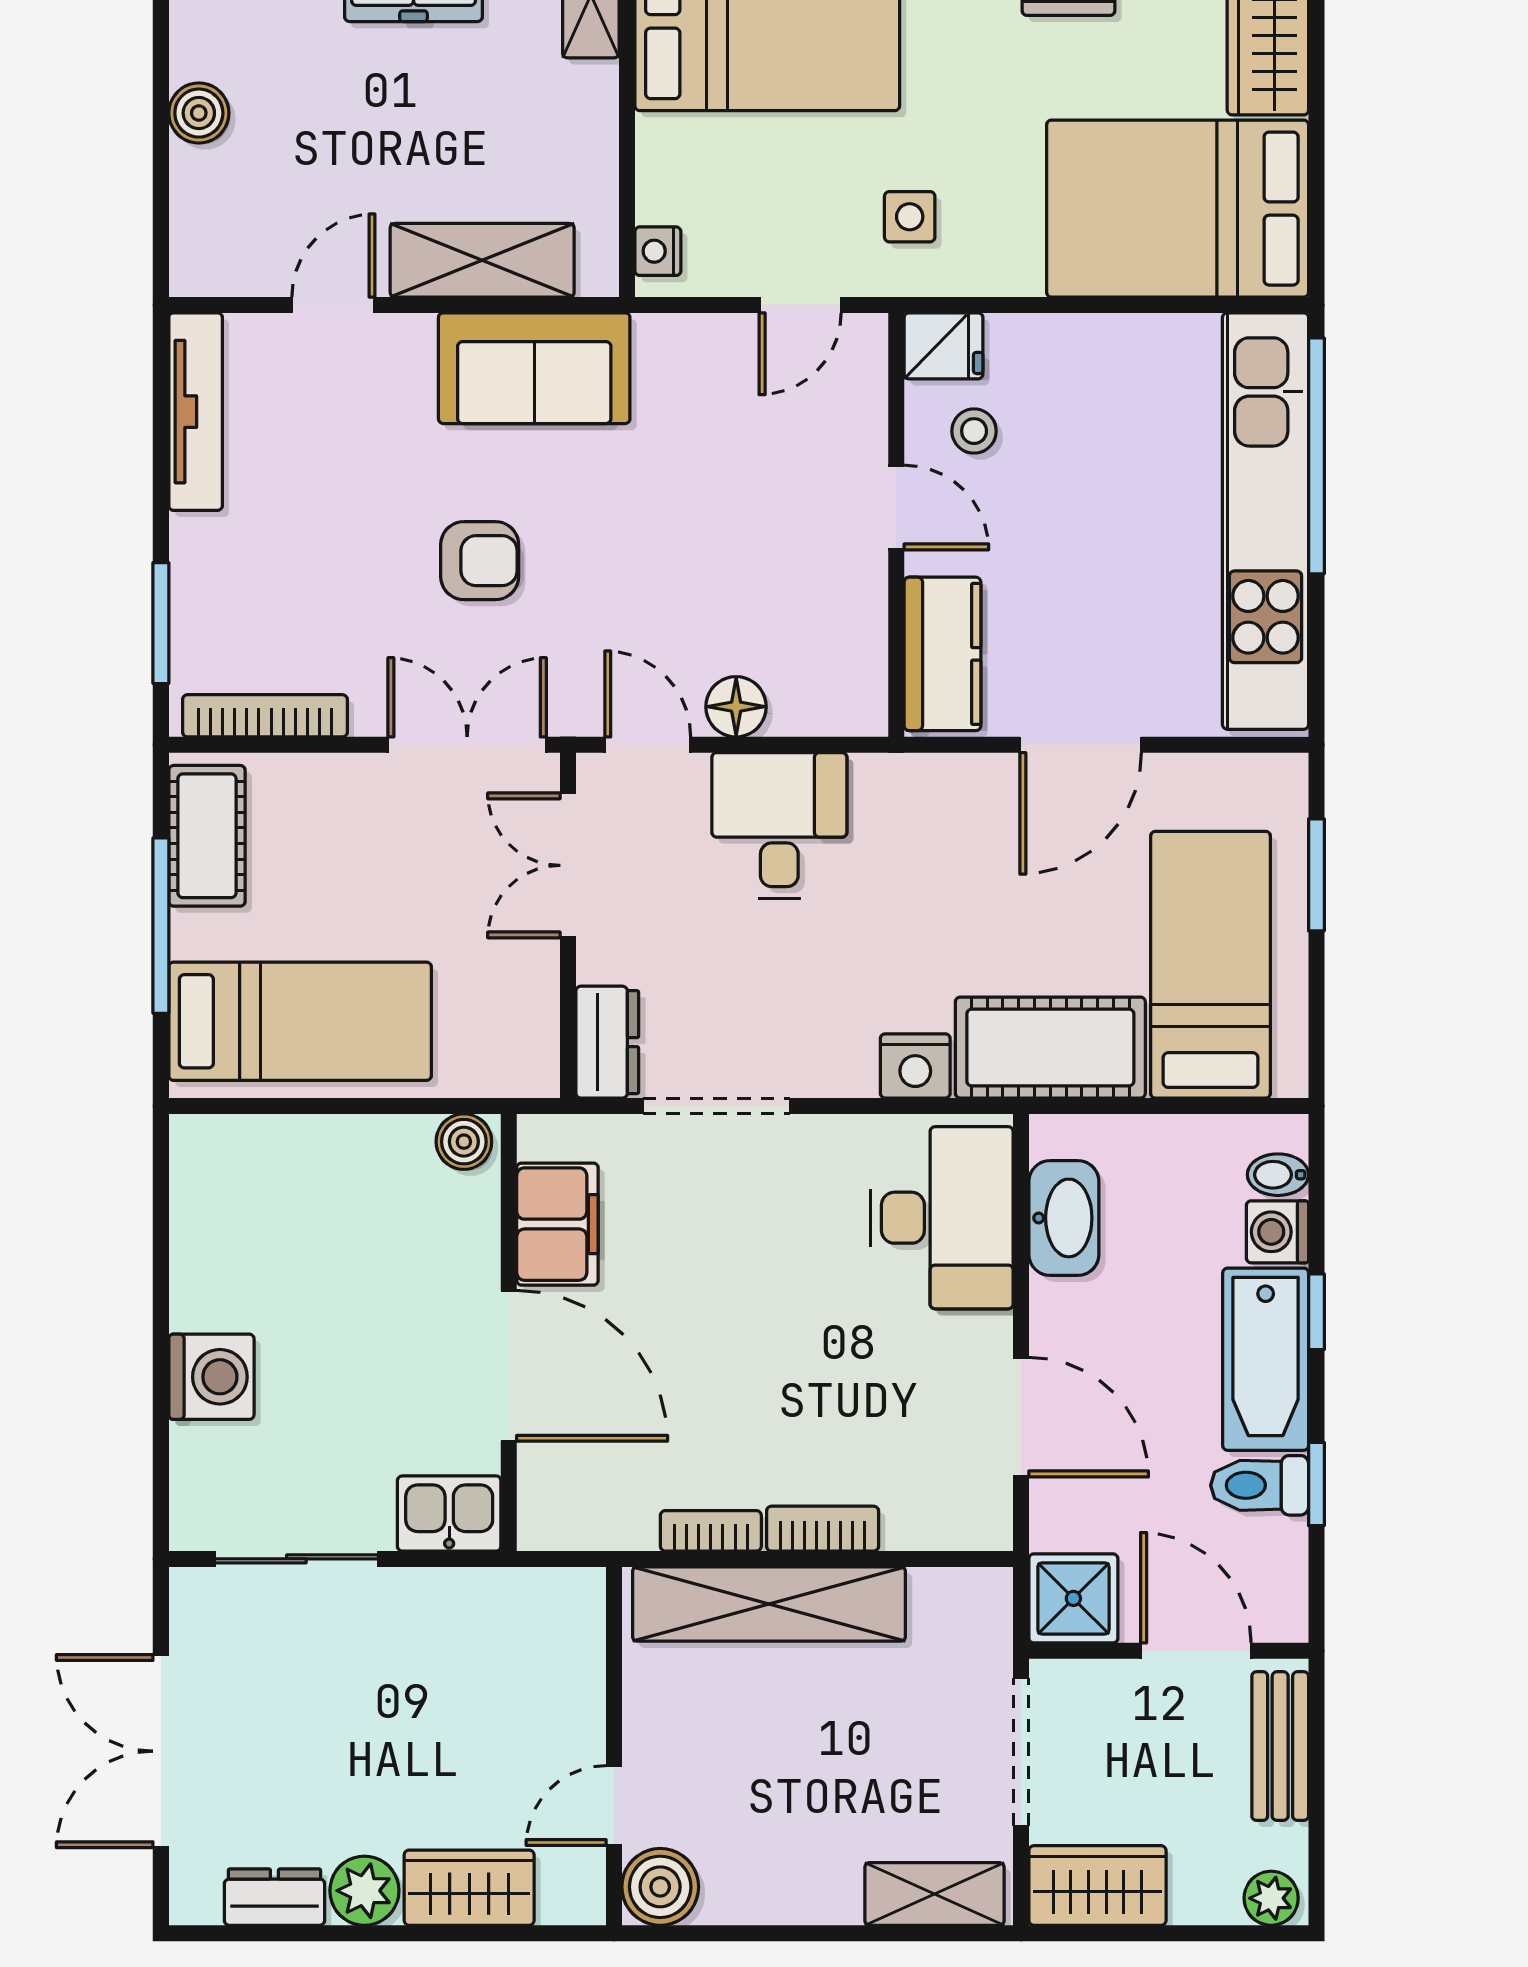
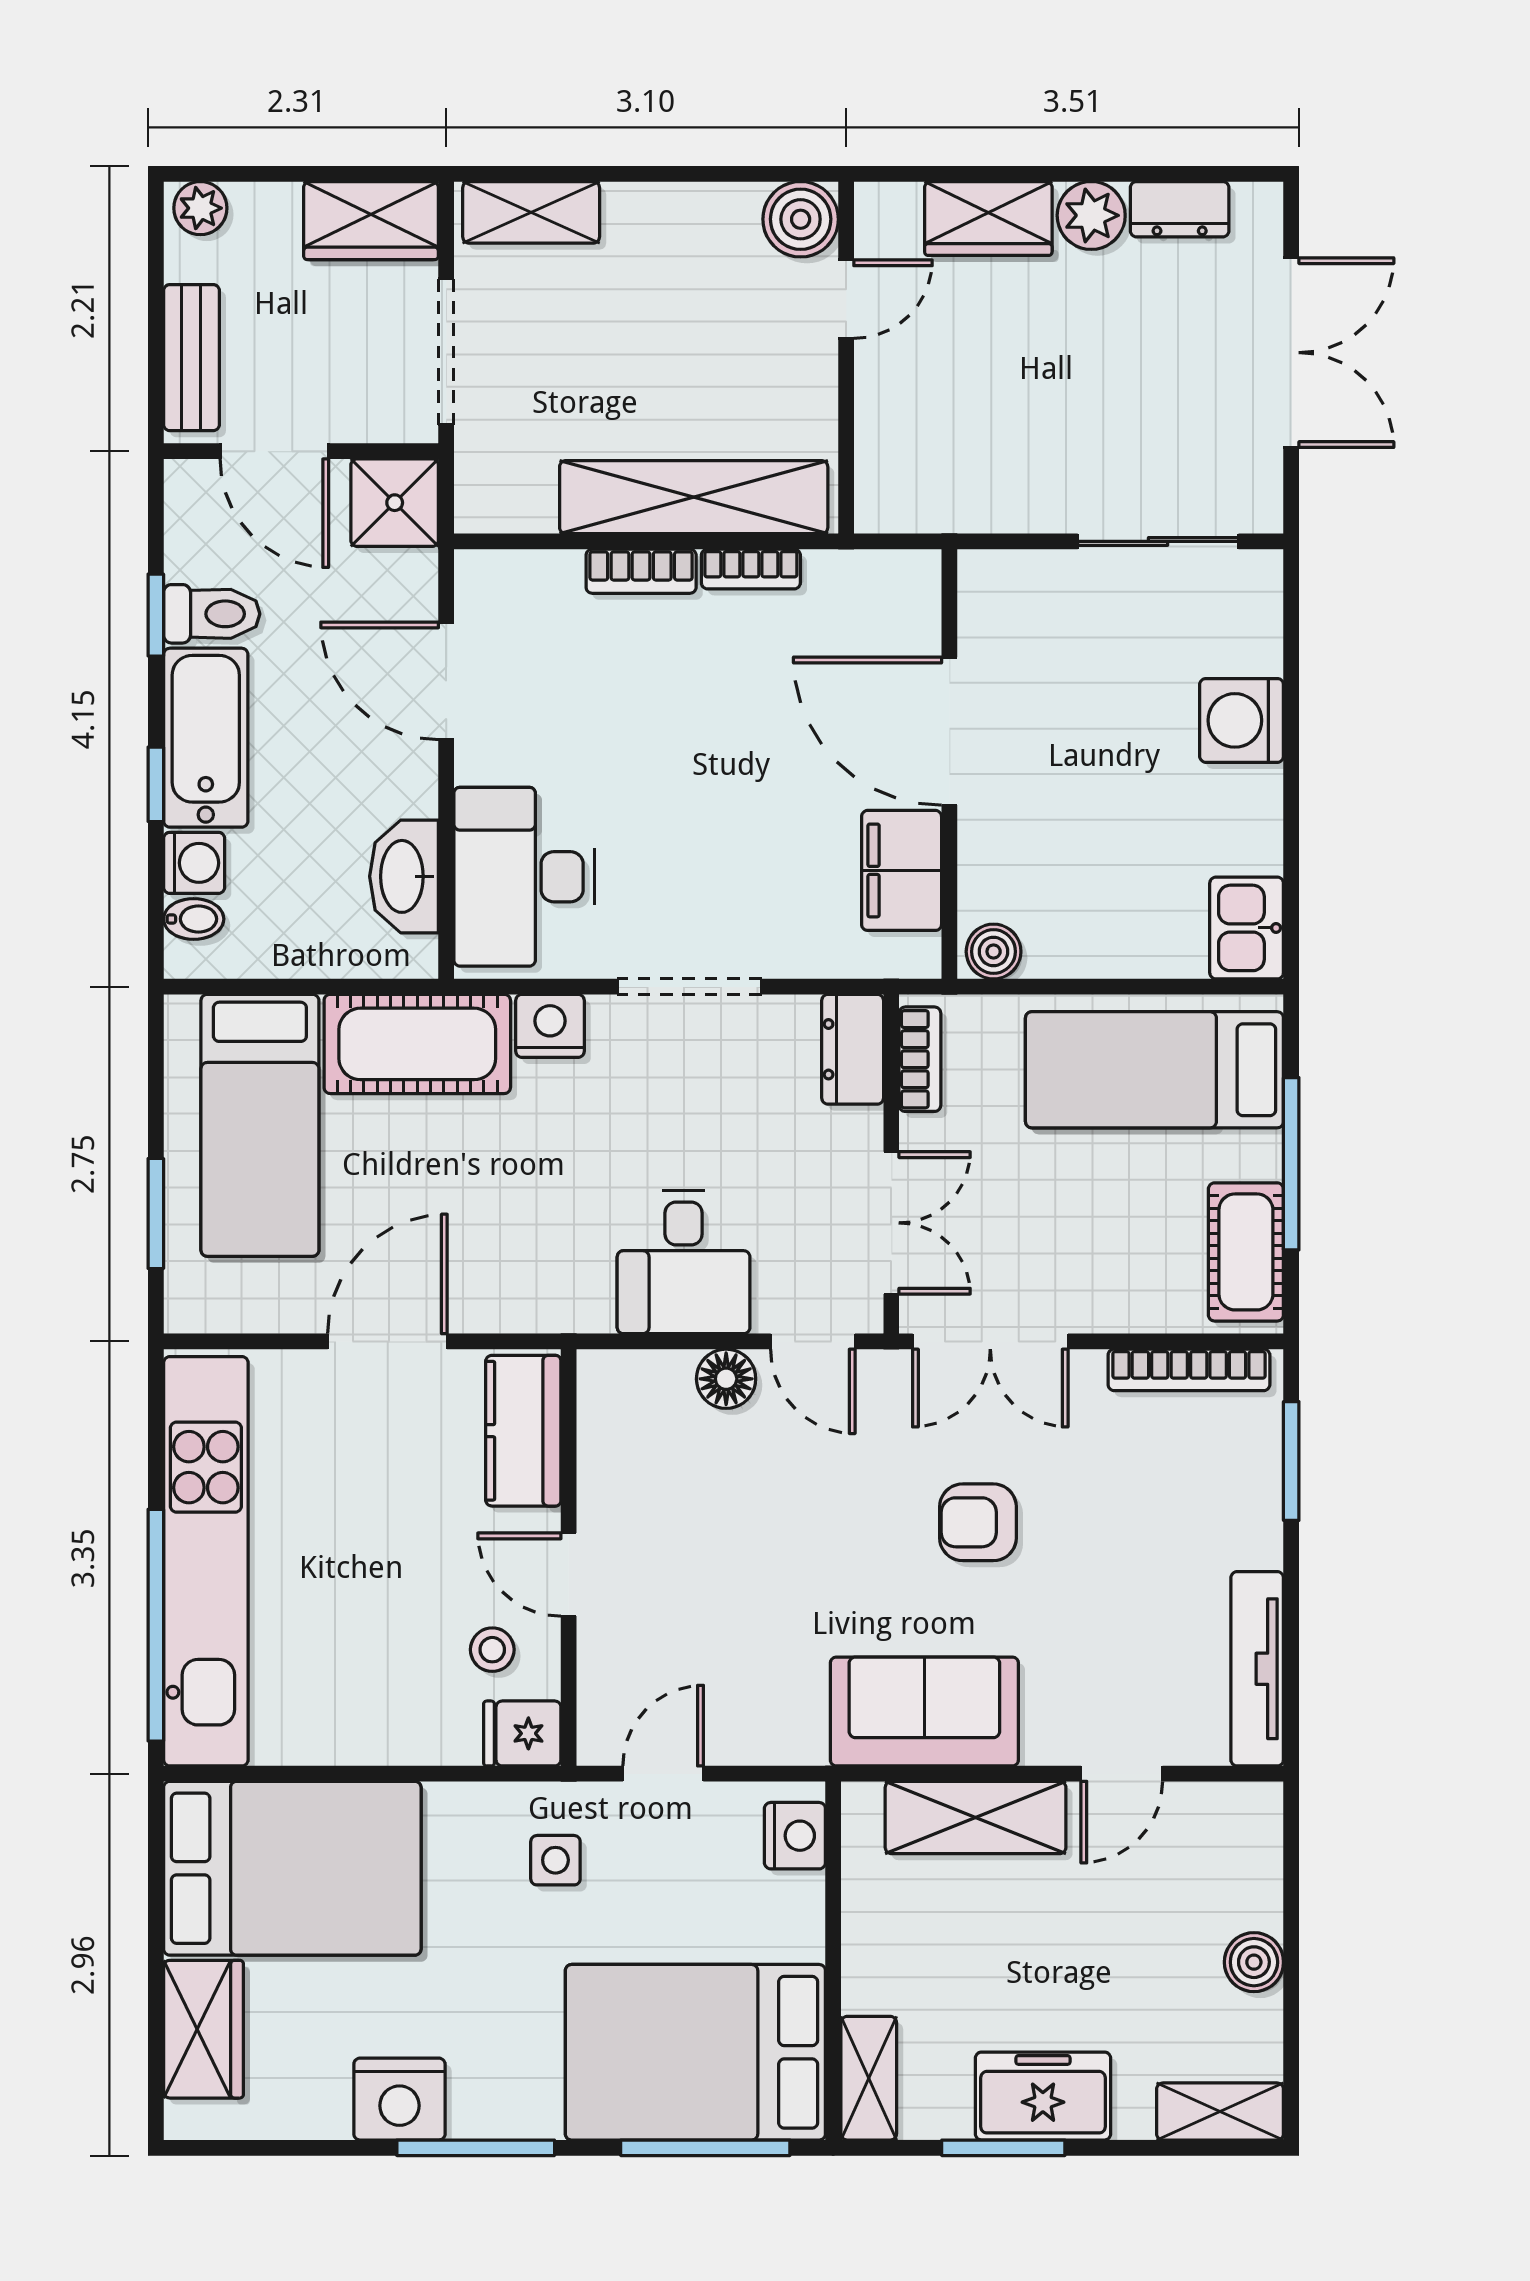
nightstand: (658, 251) -> (795, 1836), width x1.39, depth x1.35
bookcase: (539, 1032) -> (920, 1059), added
doorway: (716, 1106) -> (690, 987), moved
kitchen sink: (449, 1513) -> (1247, 928), moved, turned 90

